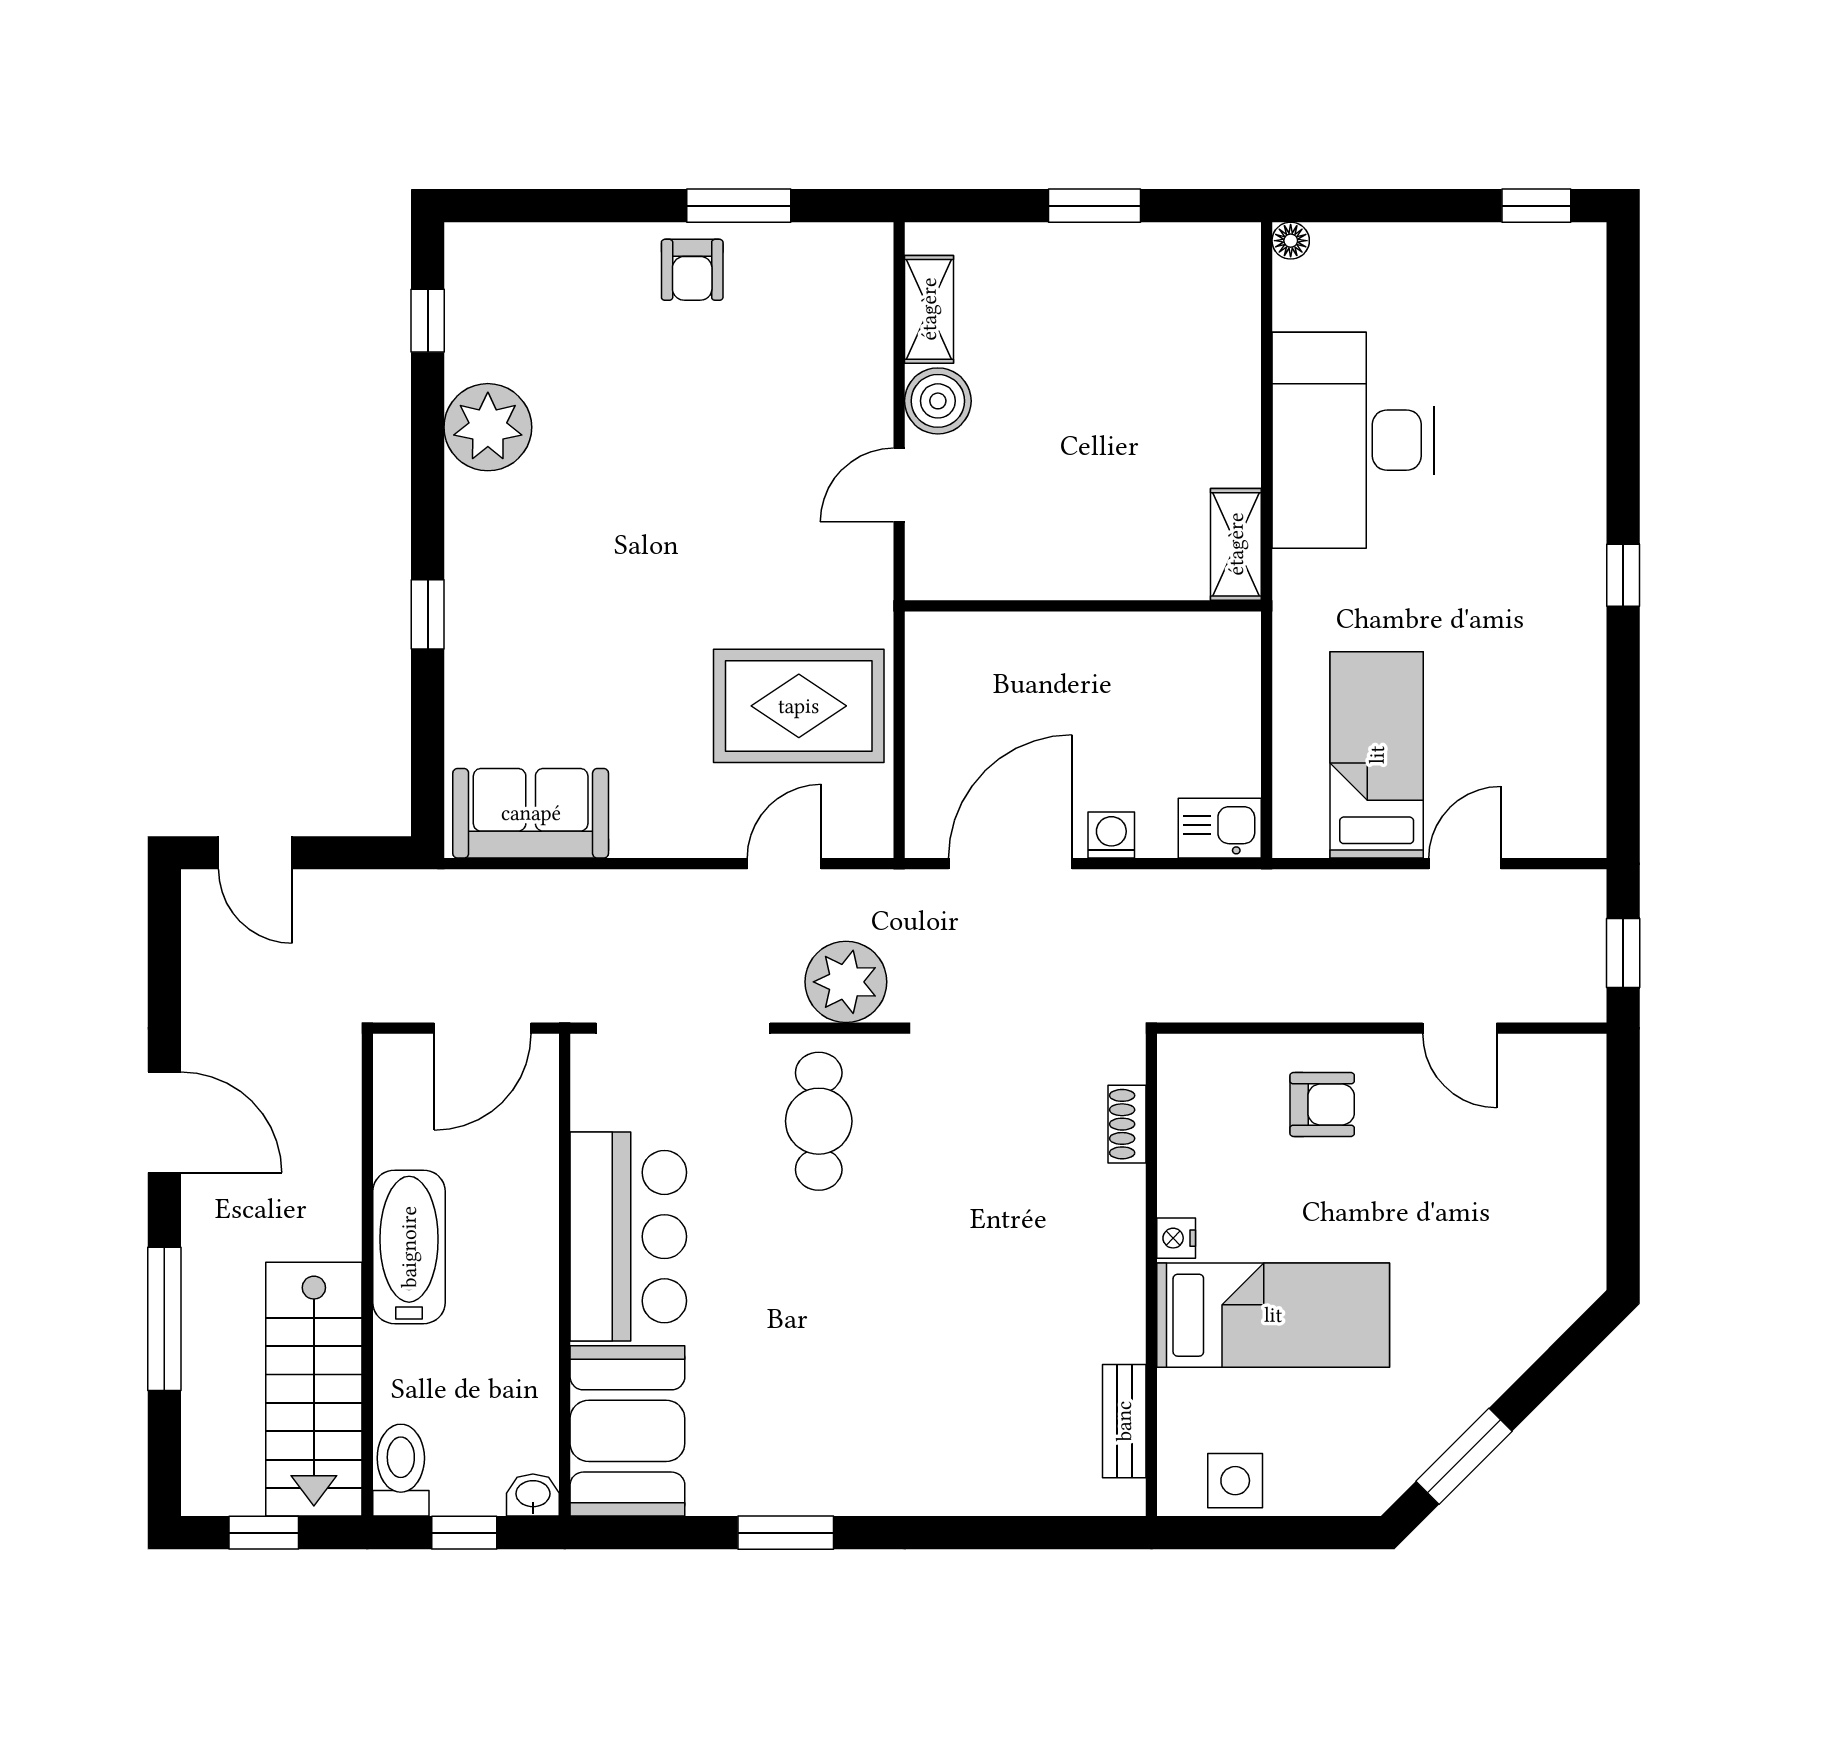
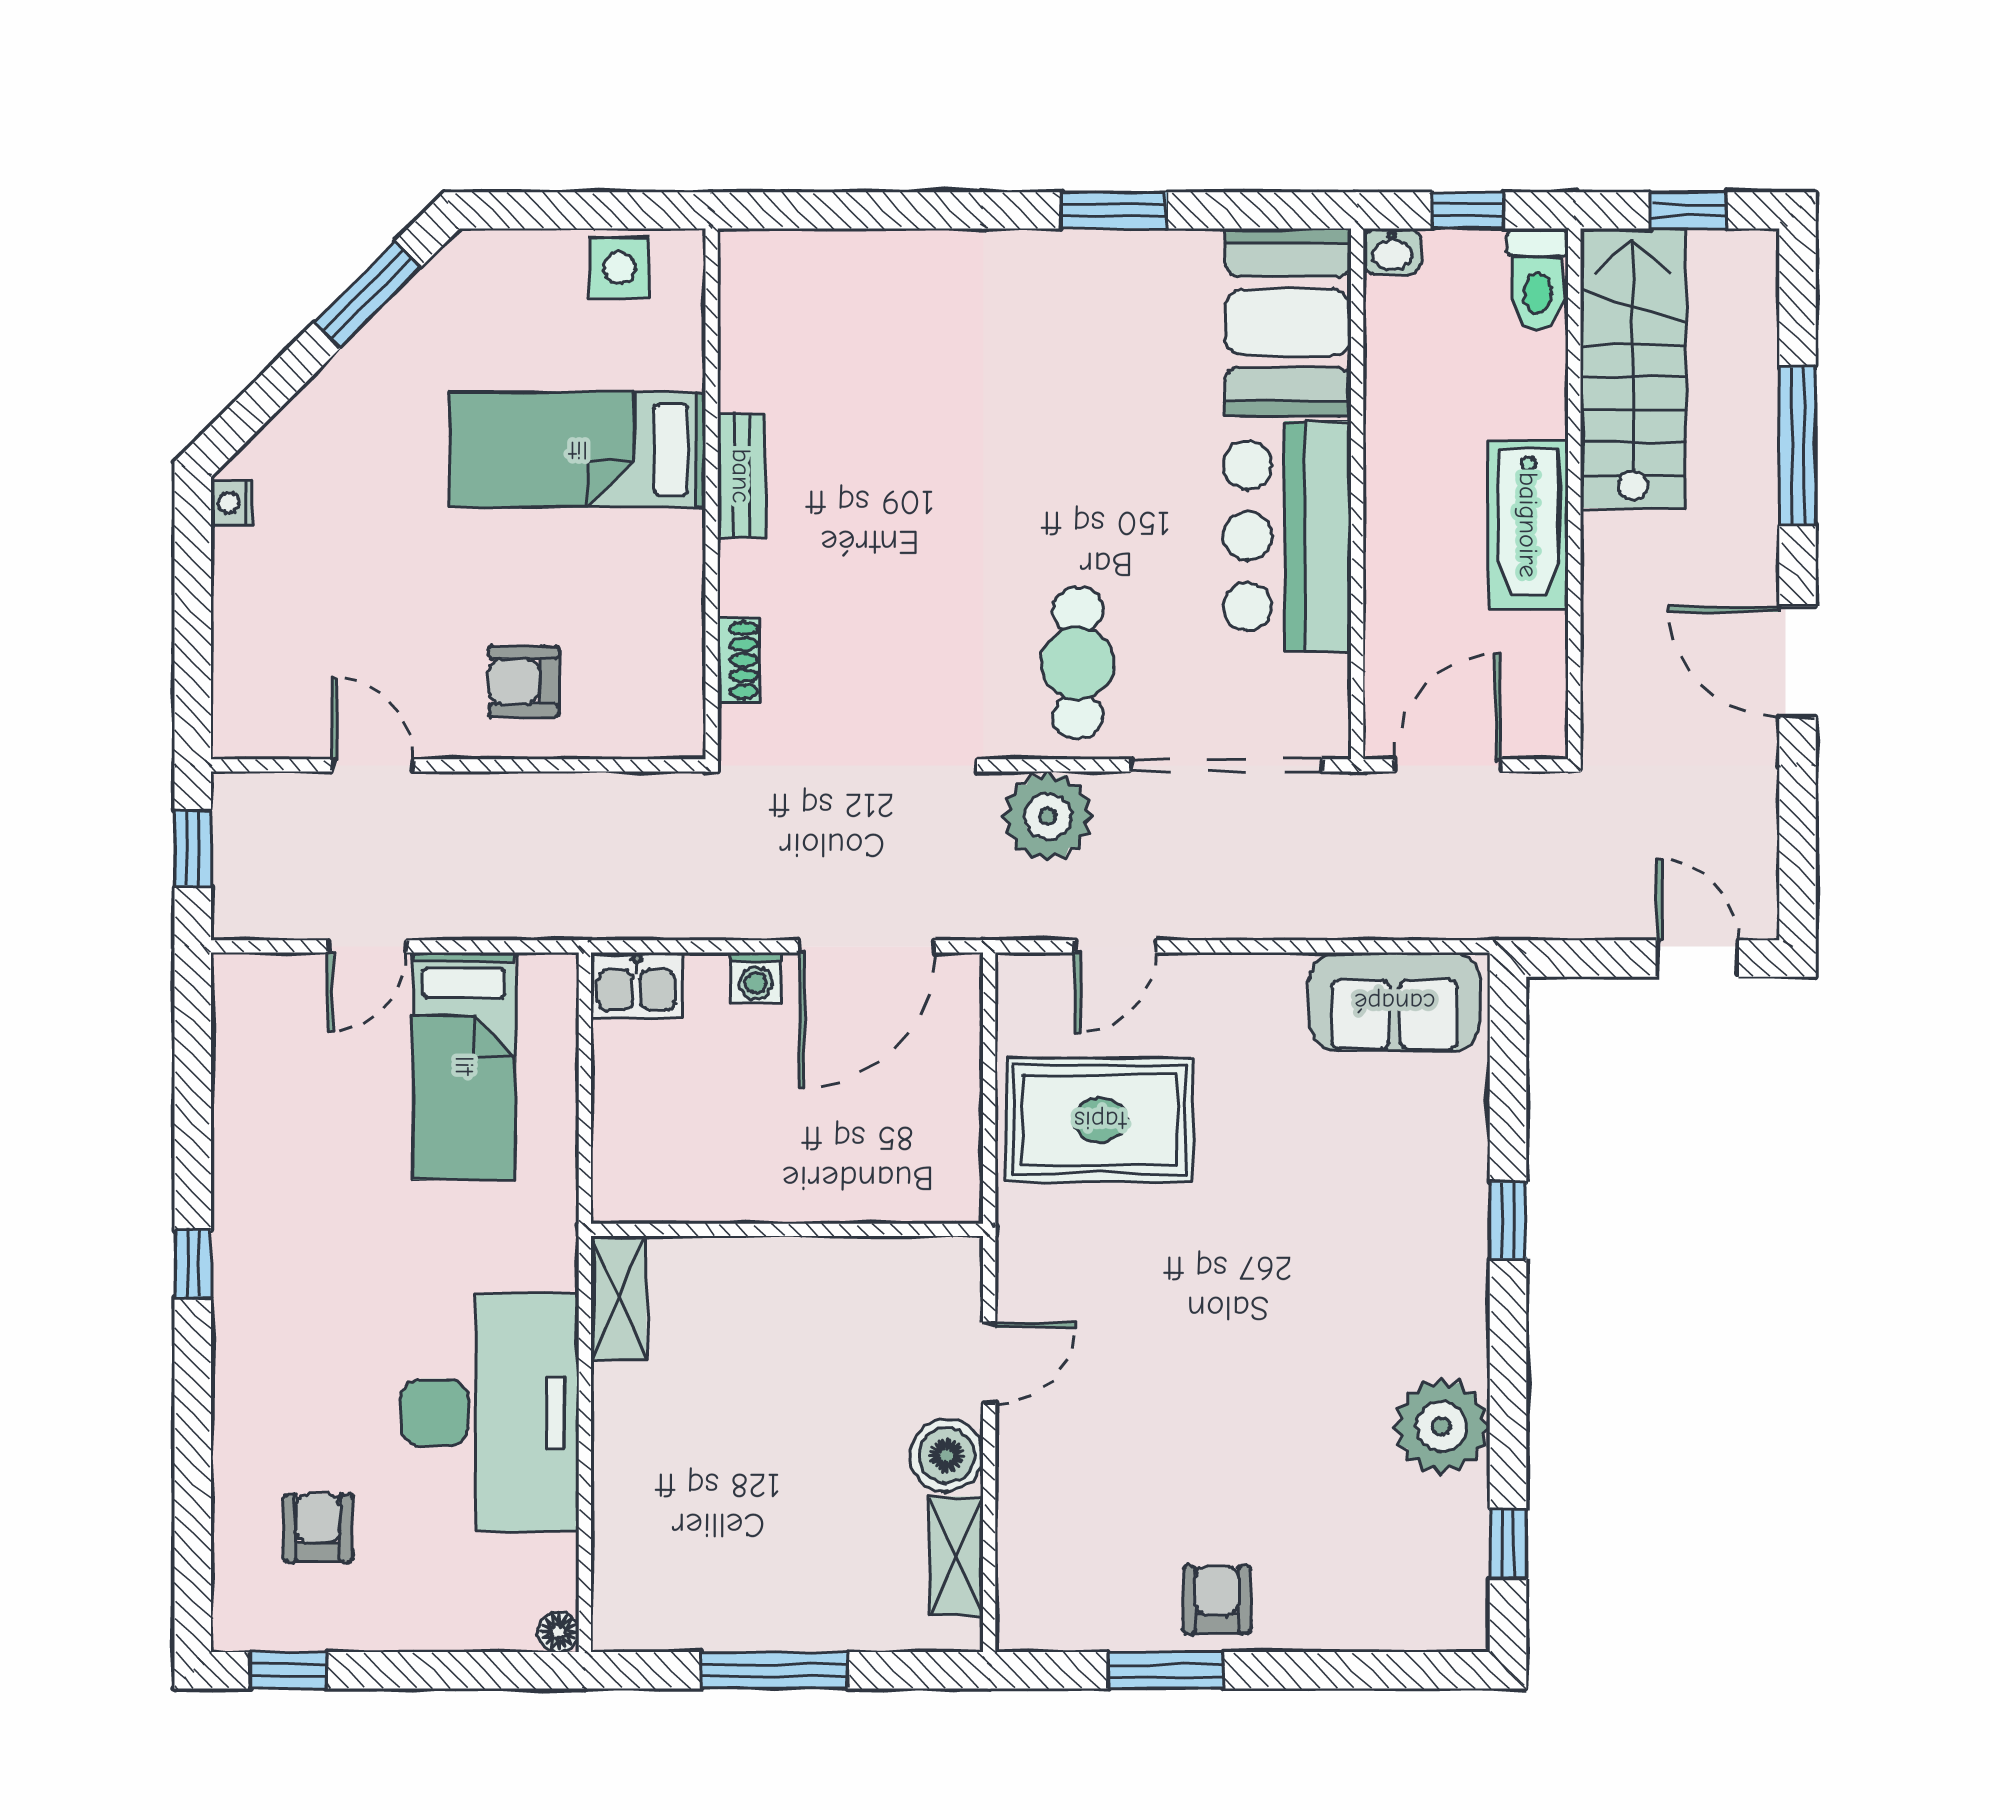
window: (1095, 206) -> (774, 1670), width x1.44
armchair: (1509, 335) -> (318, 1528), added
nightstand: (1176, 1238) -> (232, 503), moved, turned 180
bench: (1124, 1421) -> (741, 476), moved

